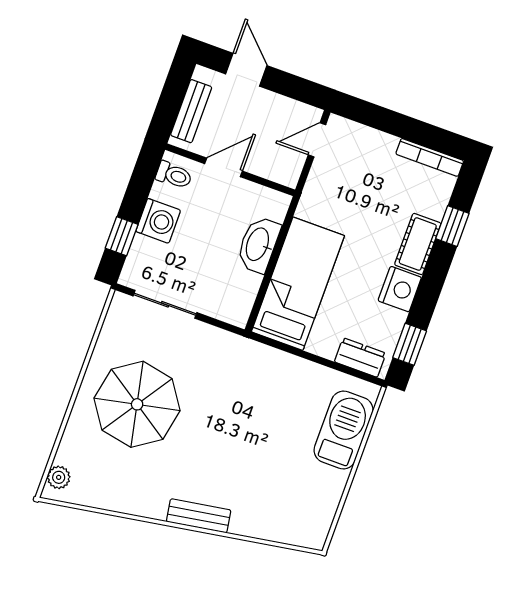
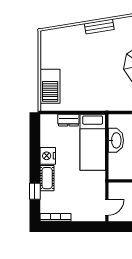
washbasin: (258, 245) -> (116, 140), moved
window: (410, 344) -> (35, 134), removed
dresser: (360, 357) -> (68, 120), moved

